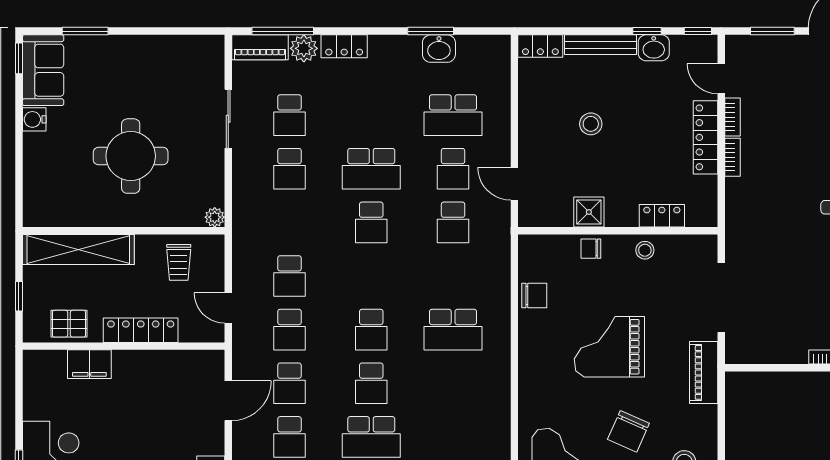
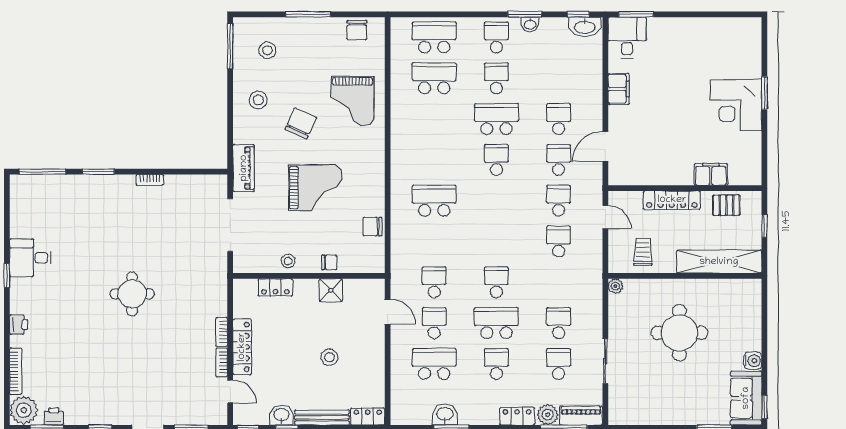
school desk: (371, 330) -> (496, 364), moved

